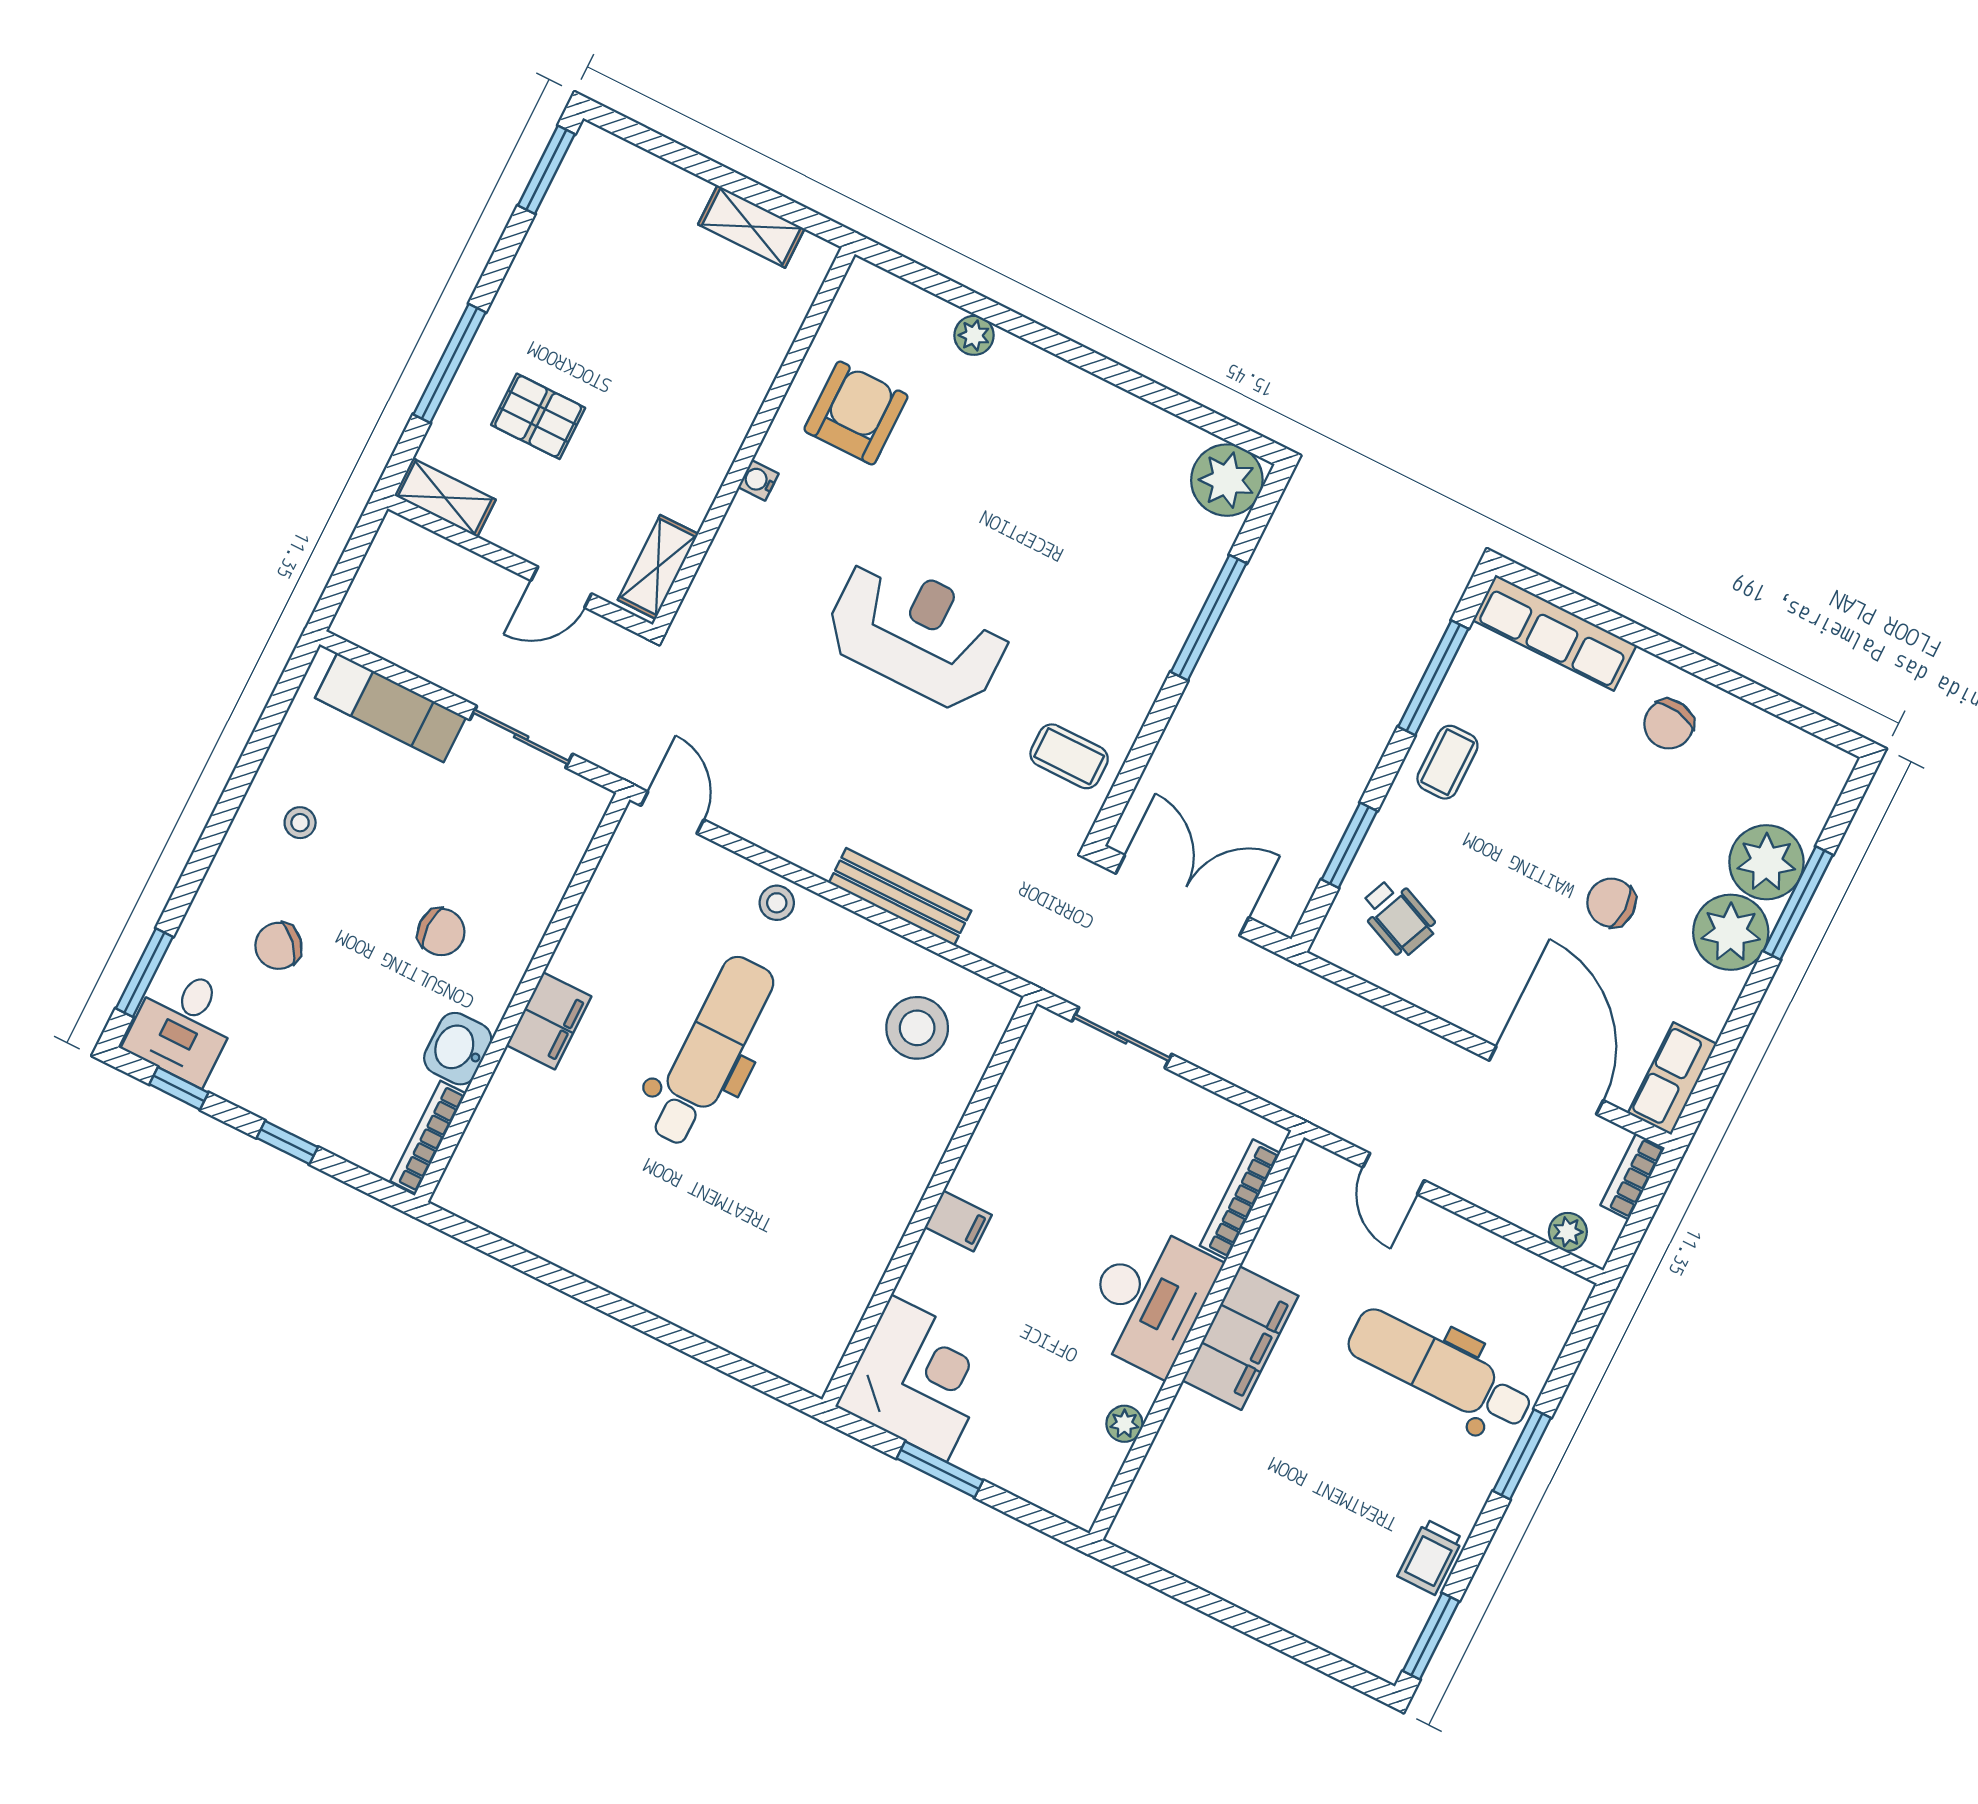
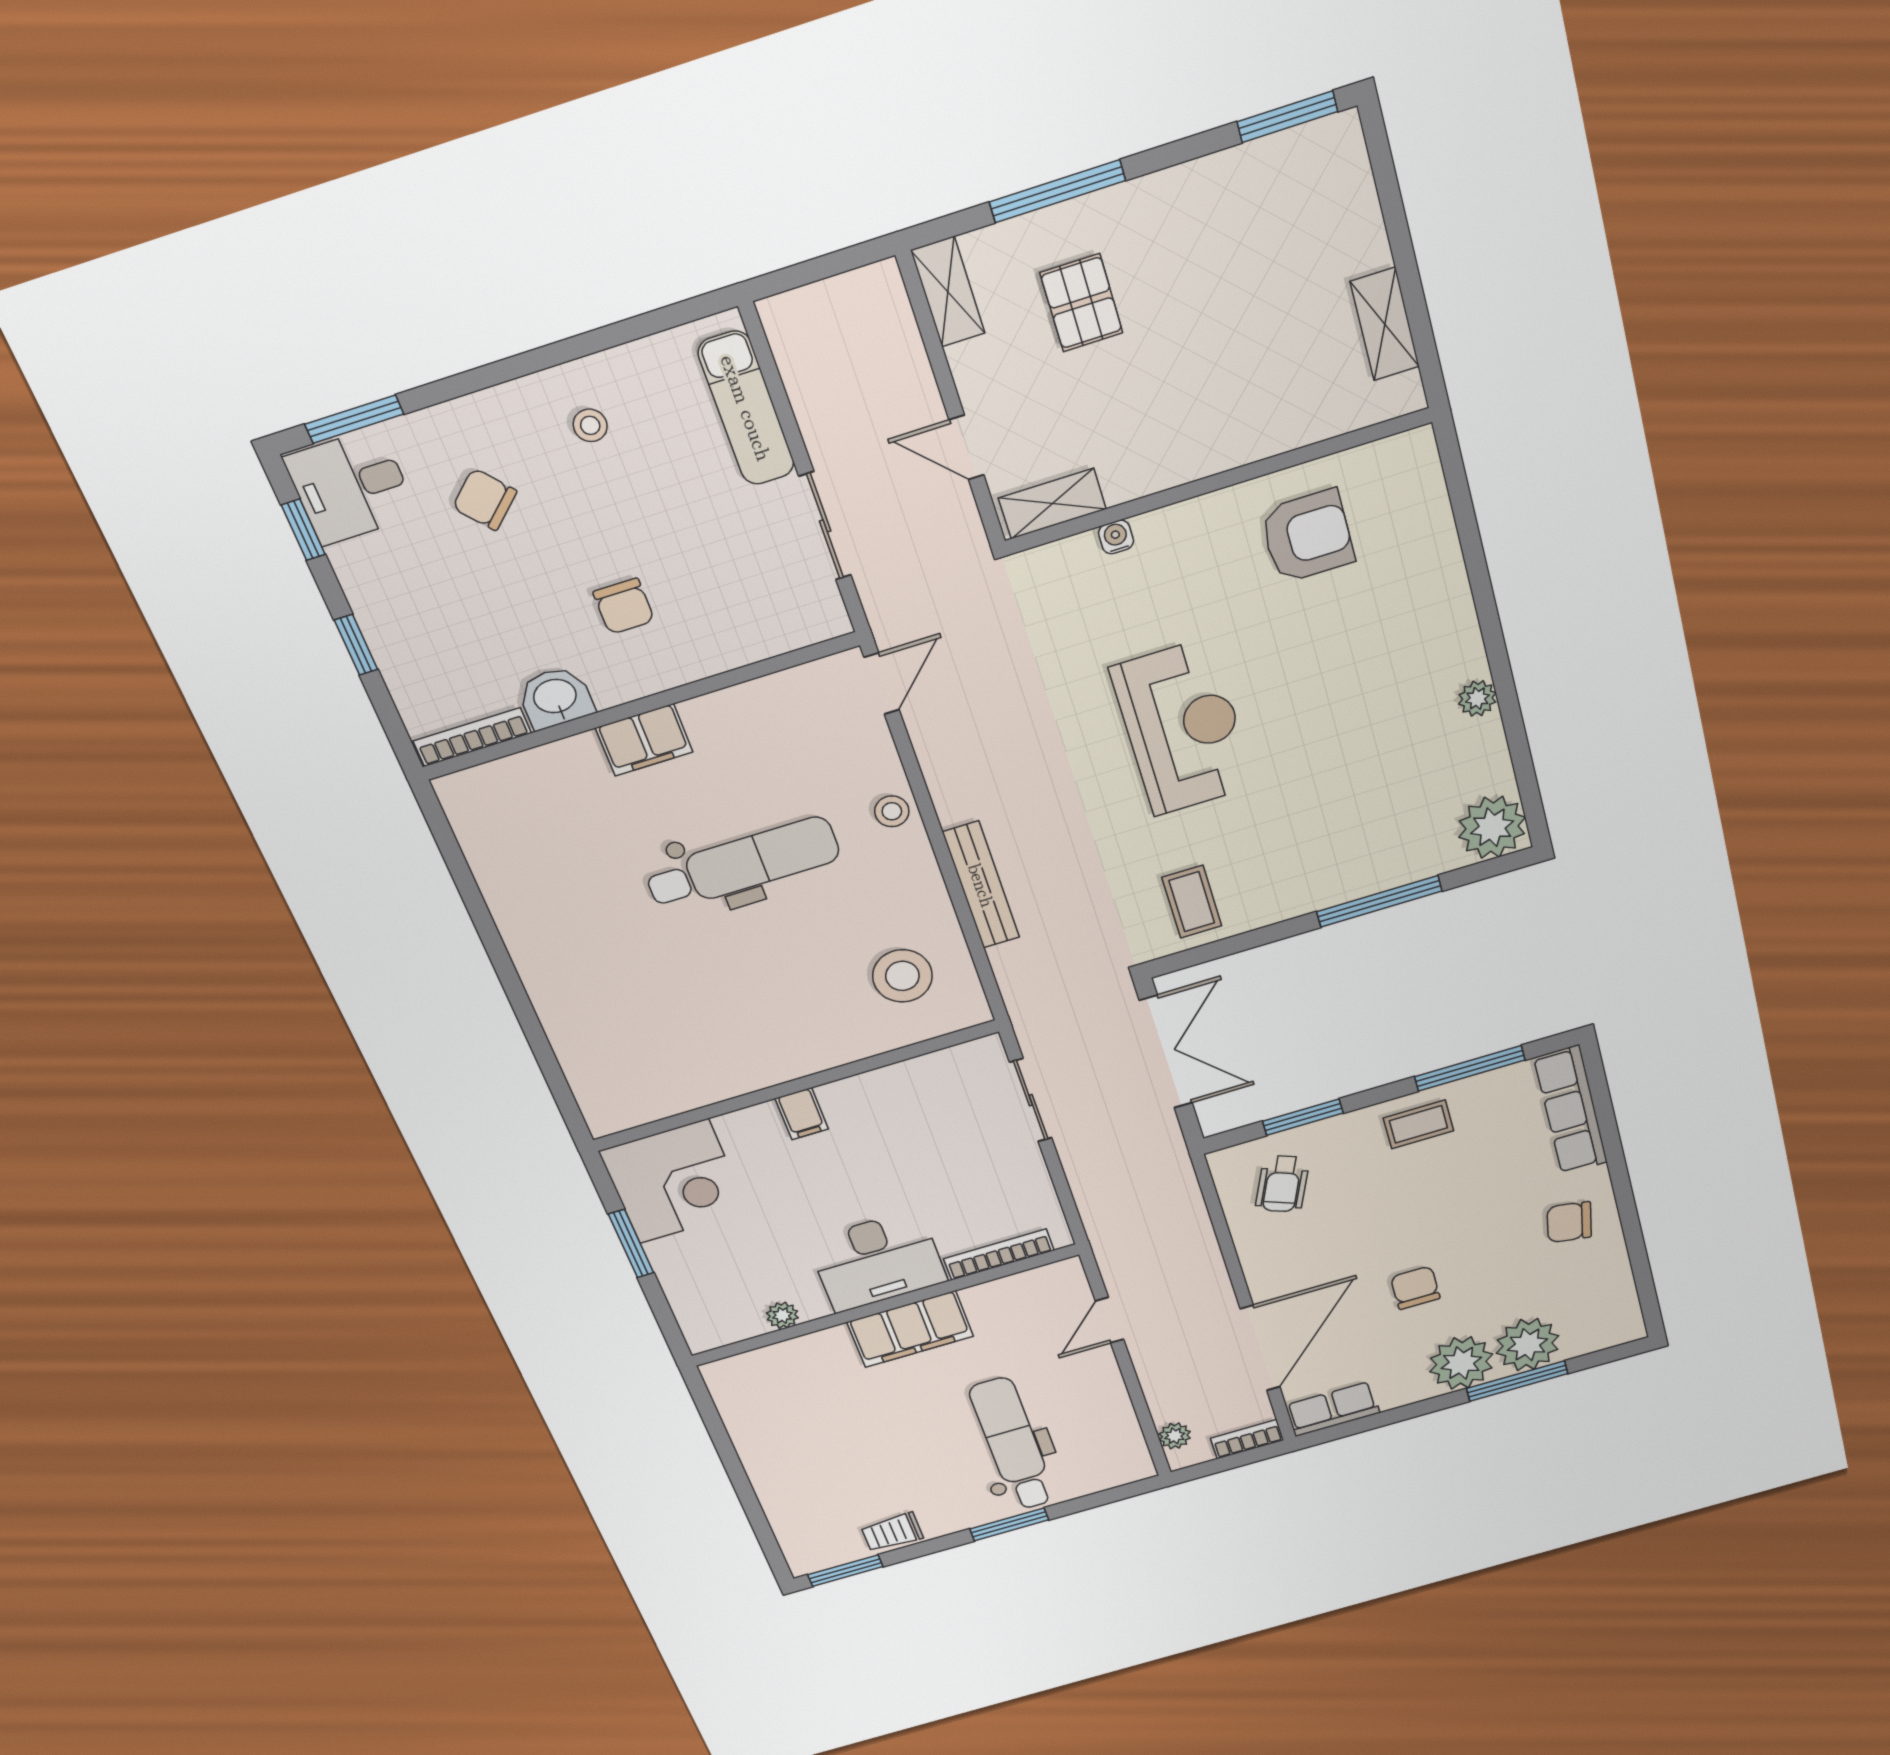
plant: (974, 335) -> (1477, 698), moved
water cooler: (758, 480) -> (1116, 537), moved

